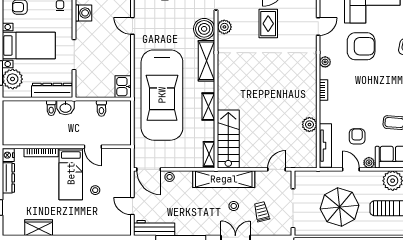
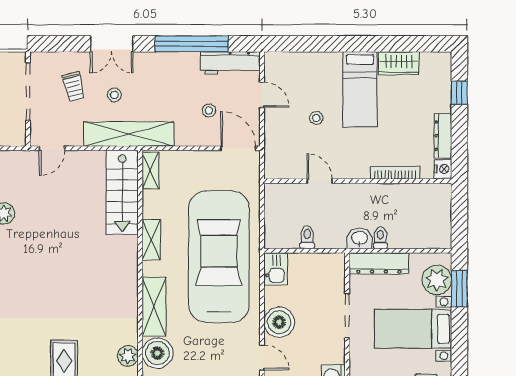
boiler: (121, 50) -> (279, 322), added
bed: (71, 174) -> (360, 89), moved, turned 180
stool: (170, 177) -> (209, 110), moved

